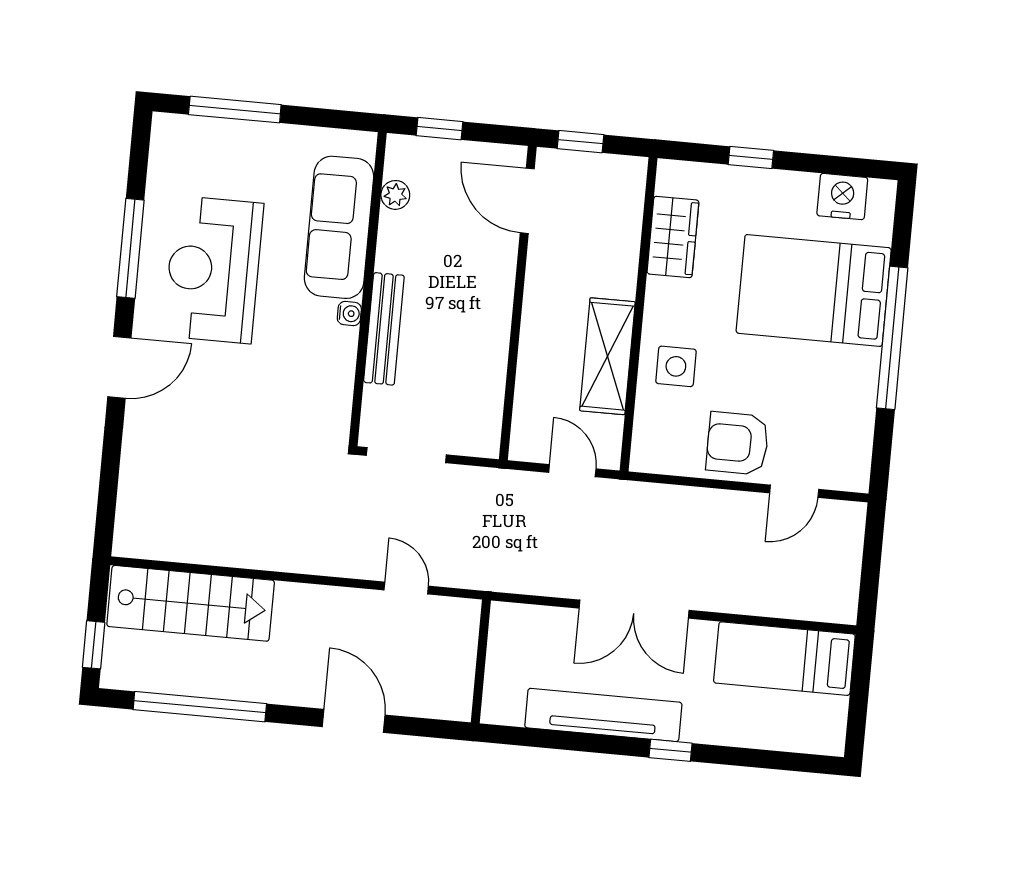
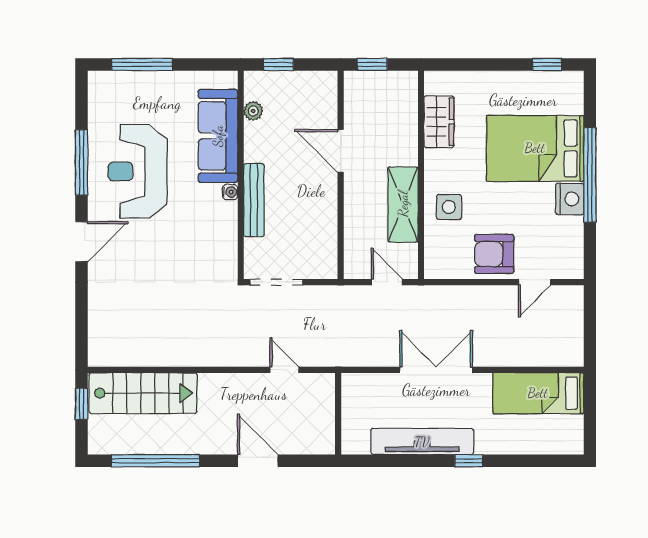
window: (751, 157) -> (547, 65), moved
nightstand: (842, 197) -> (570, 199), moved, turned 90
door: (527, 201) -> (341, 151), moved
double door: (634, 609) -> (436, 370), swing flipped
window: (94, 645) -> (82, 404), moved

